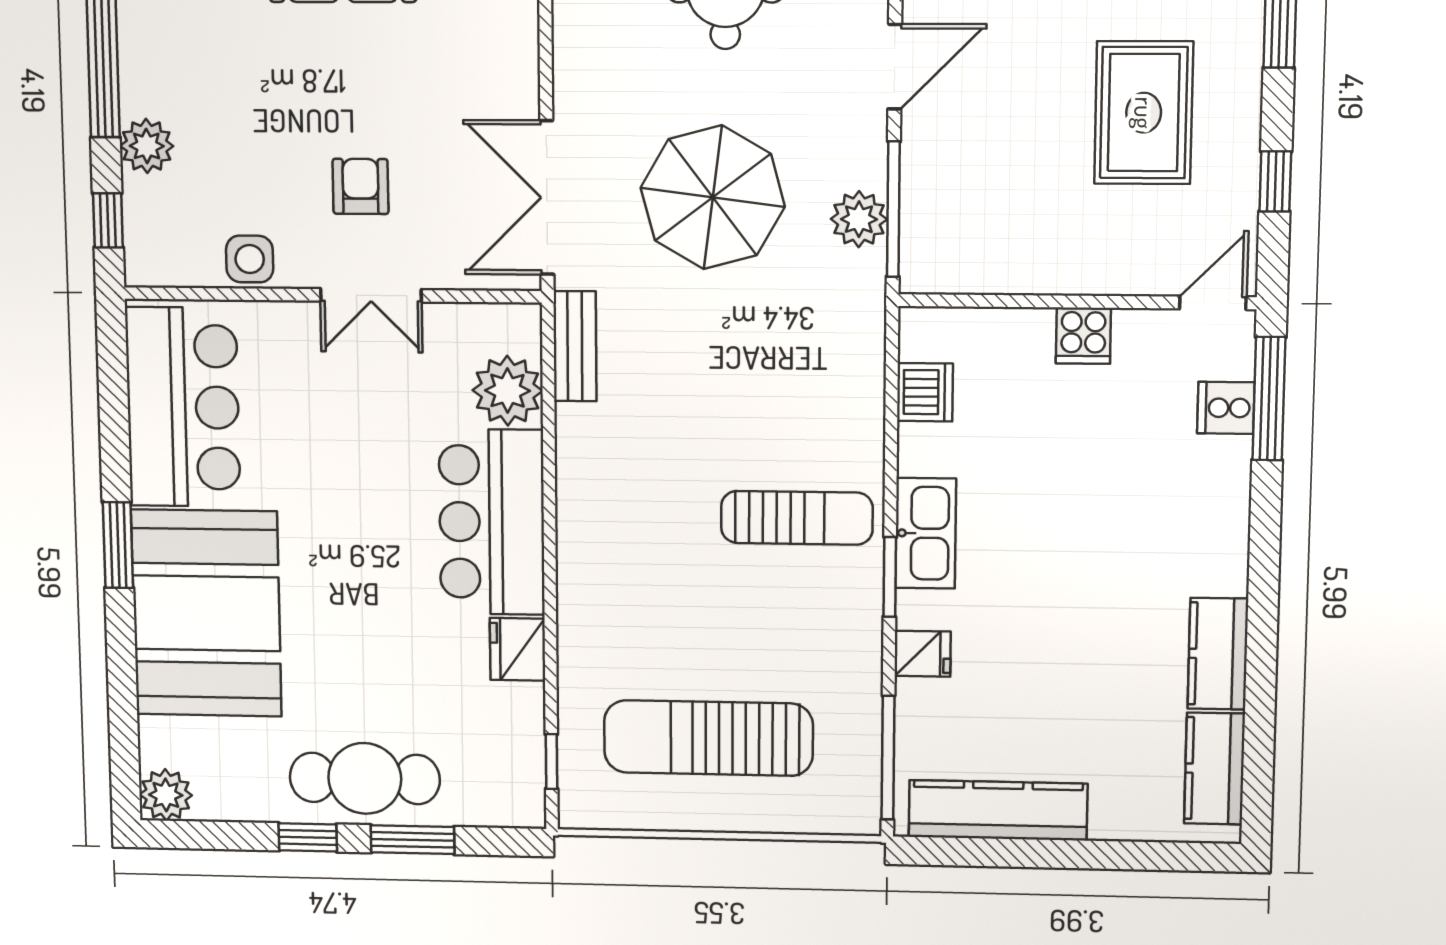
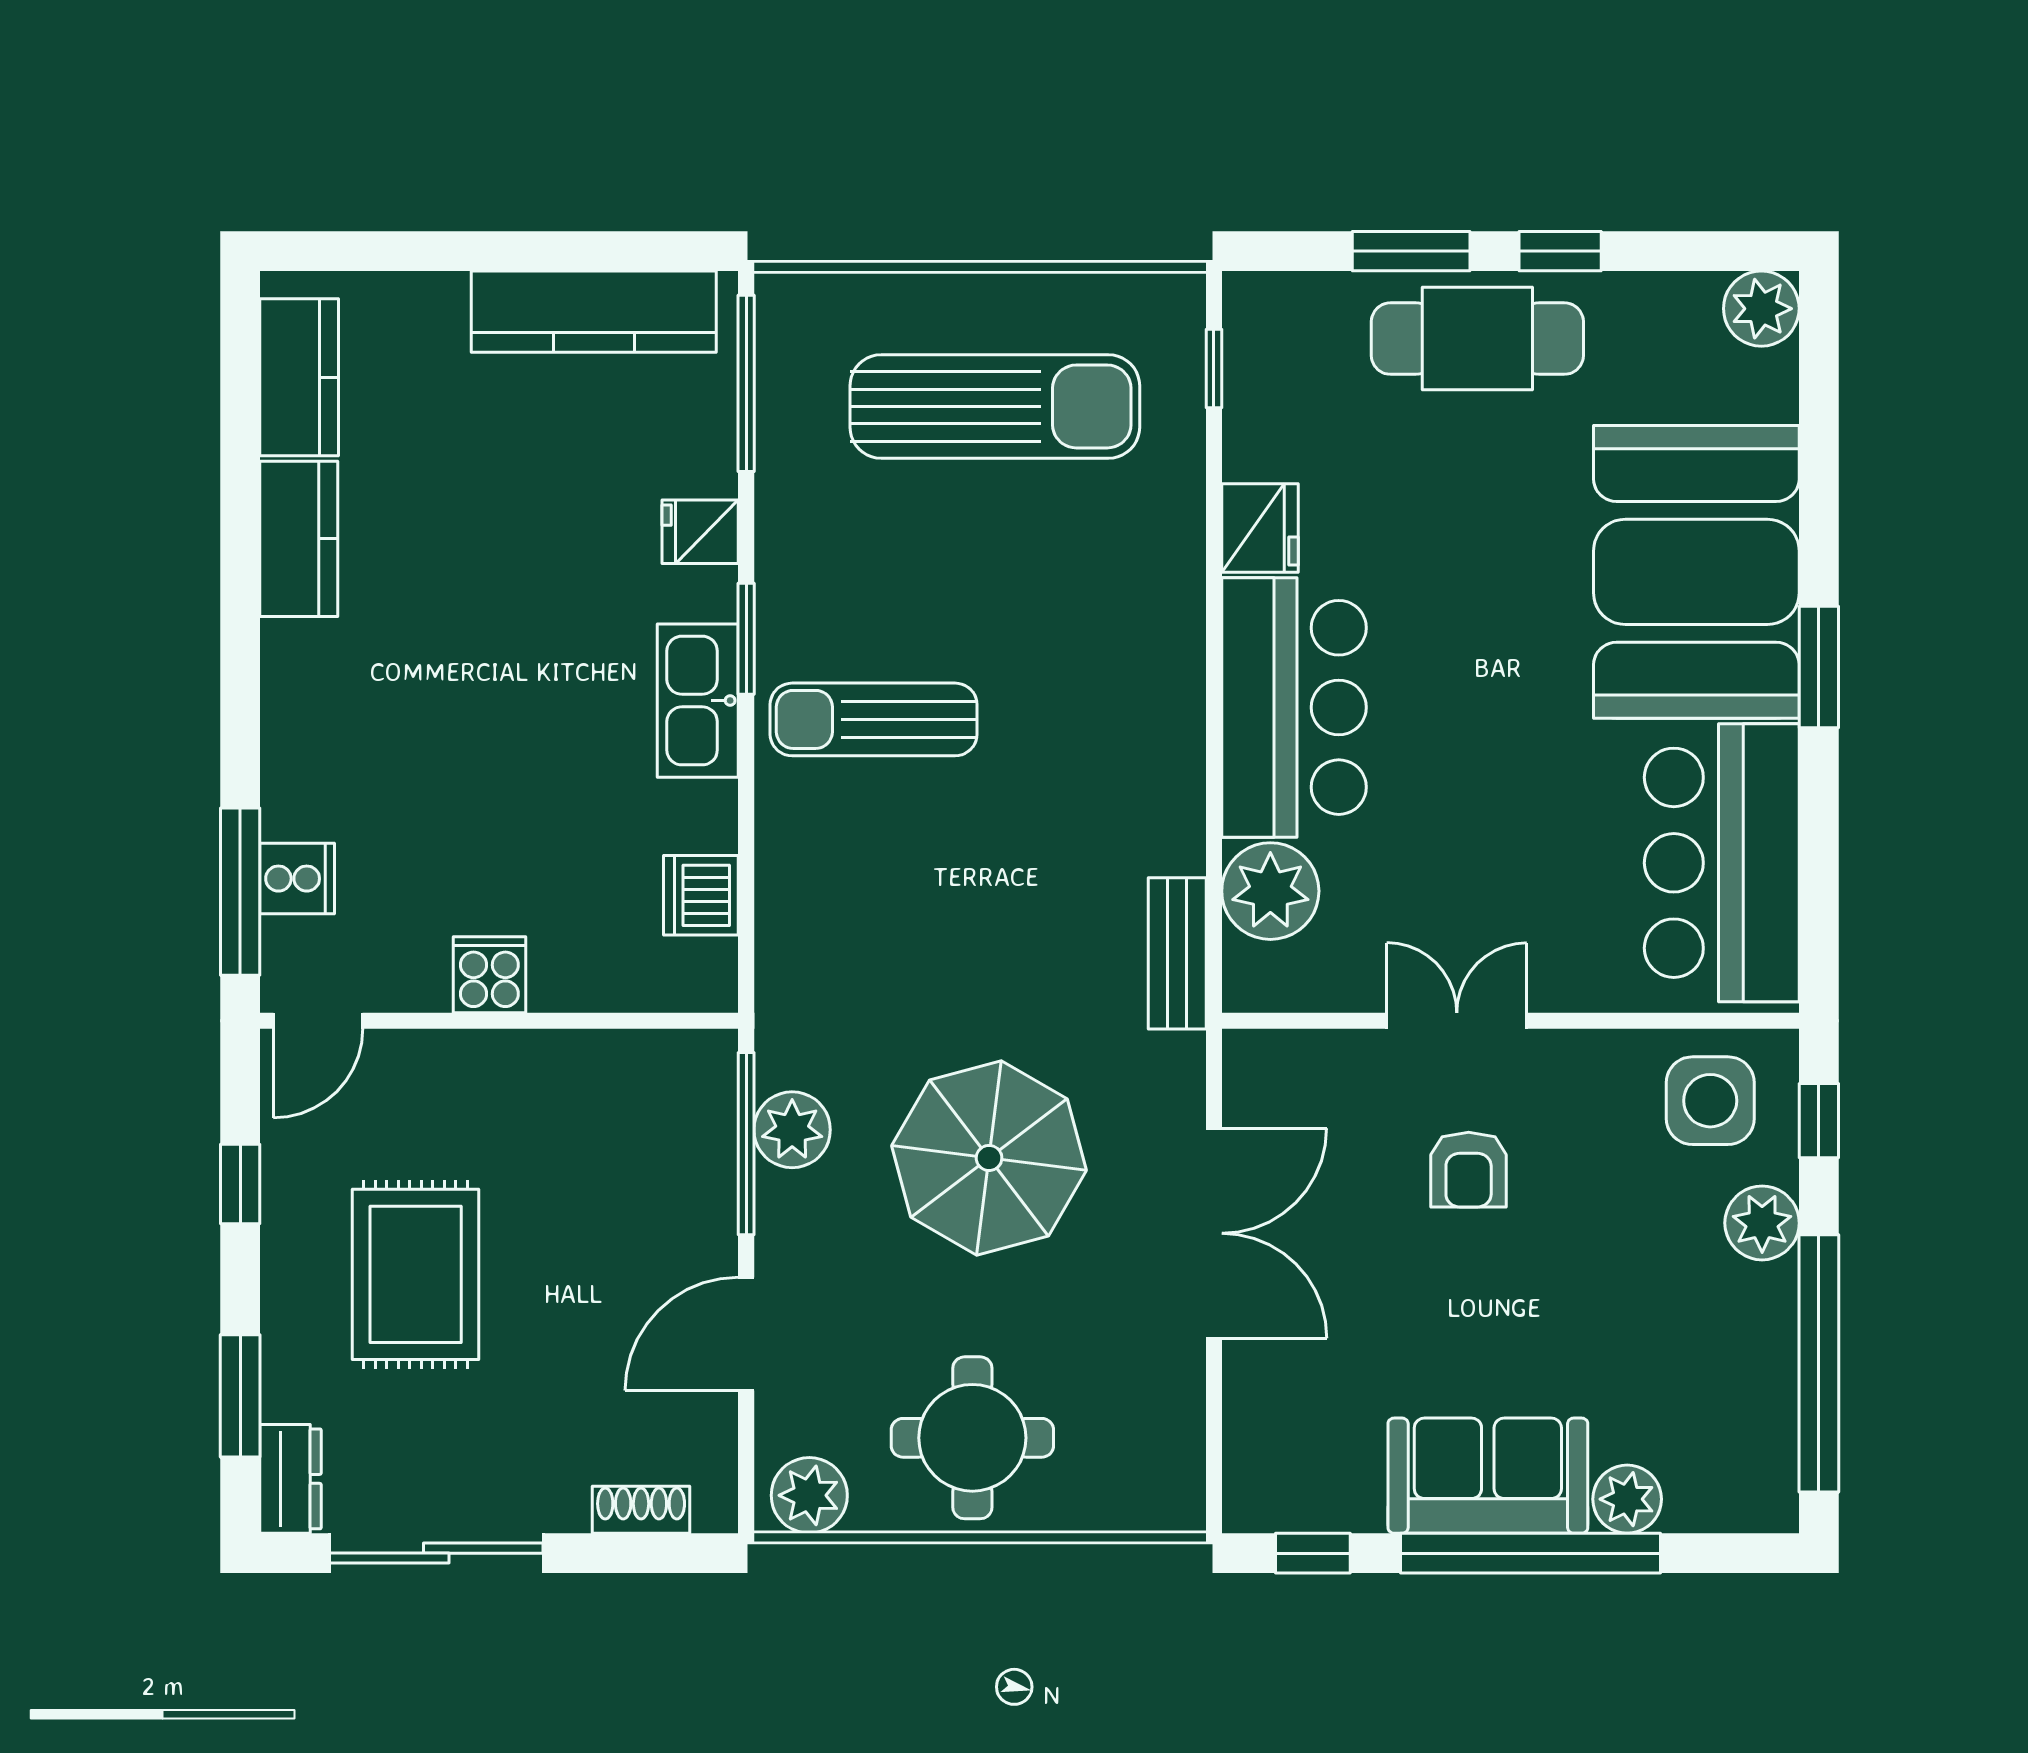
double door: (547, 198) -> (1214, 1233), moved
side table: (250, 259) -> (1710, 1101), moved, width x1.37, depth x1.37

